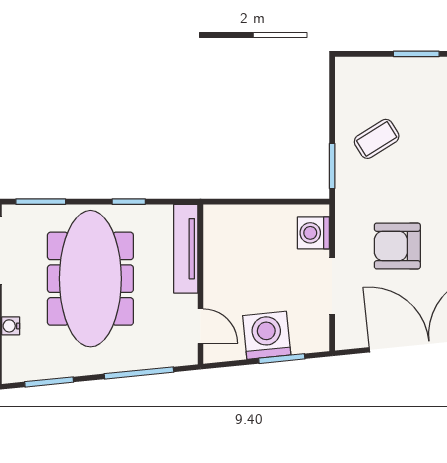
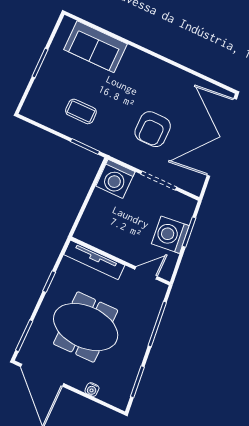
coffee table: (377, 139) -> (81, 111), turned -58
washing machine: (313, 233) -> (115, 179), width x1.37, depth x1.37
meeting table: (90, 279) -> (86, 327), width x0.73

